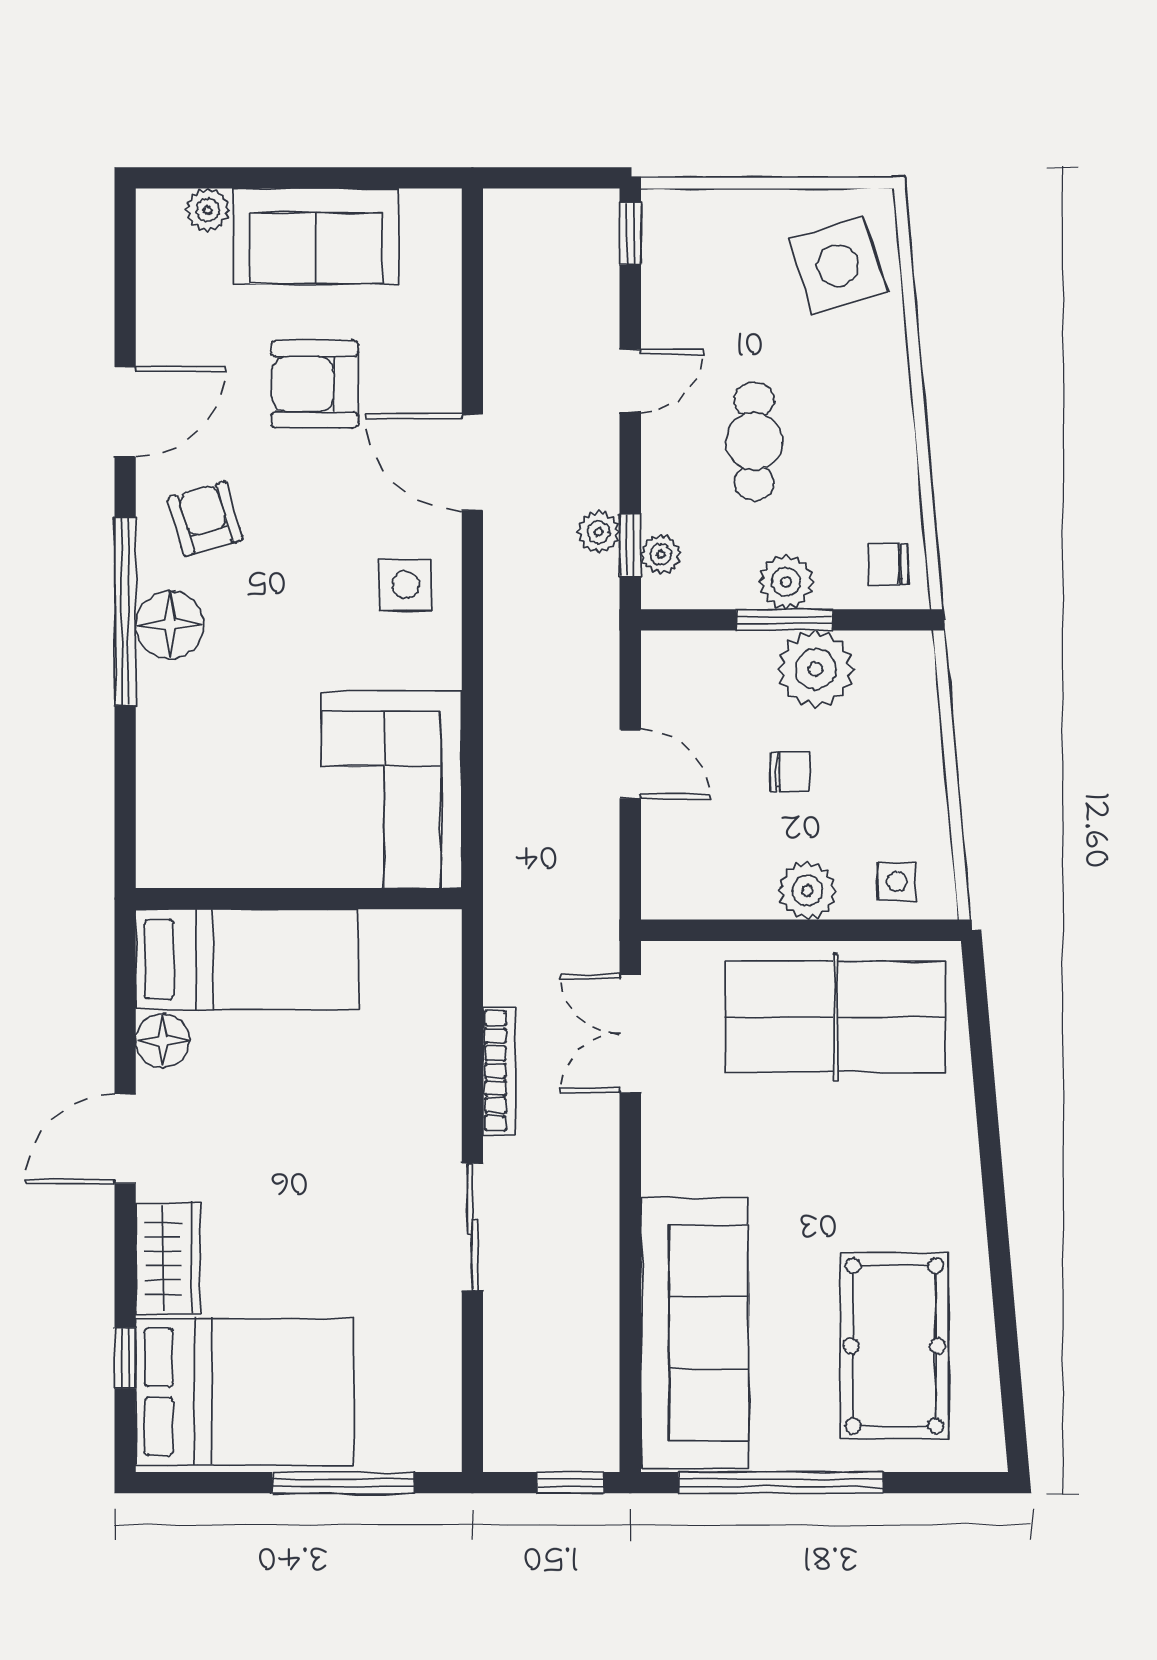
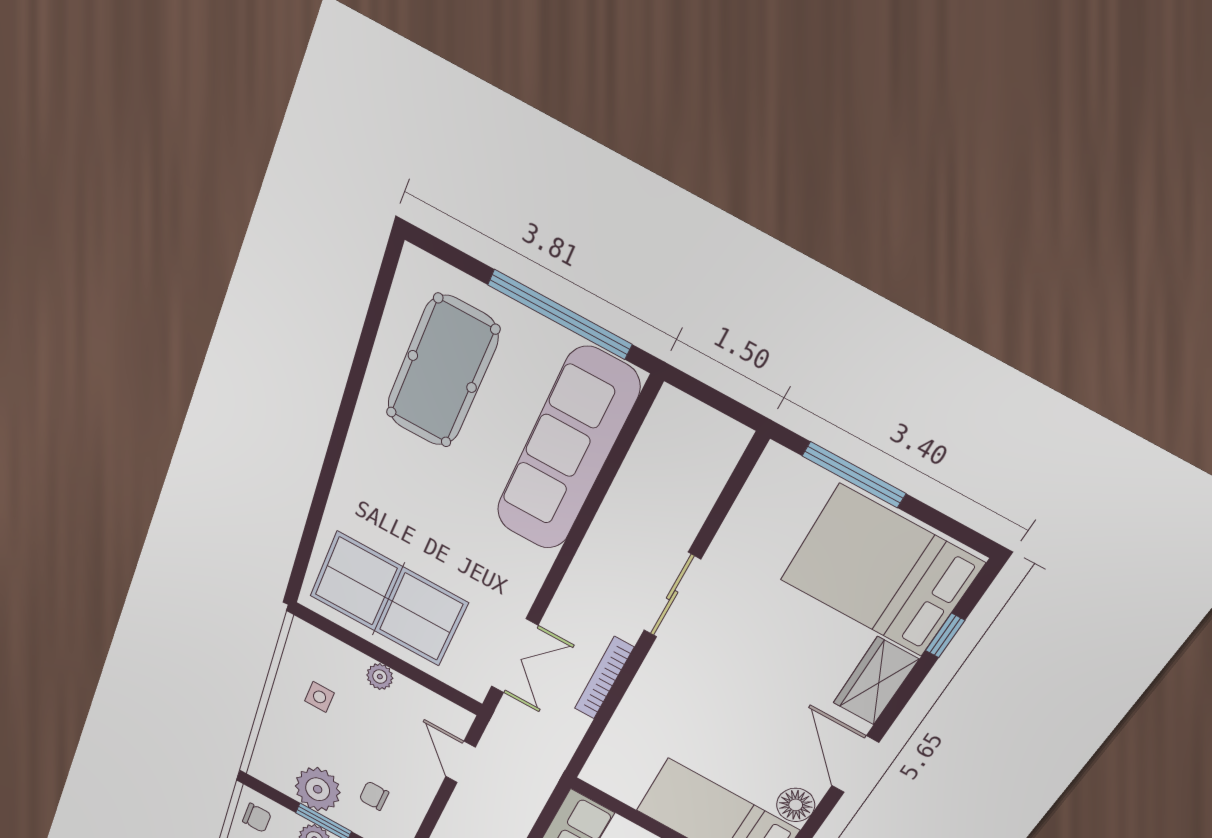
door: (630, 764) -> (460, 762), moved
chair: (790, 772) -> (374, 796), moved
side table: (897, 882) -> (320, 697), moved
plant: (807, 891) -> (380, 677), width x0.73, depth x0.73
door: (125, 1139) -> (855, 764), swing flipped
window: (570, 1483) -> (701, 392), removed

